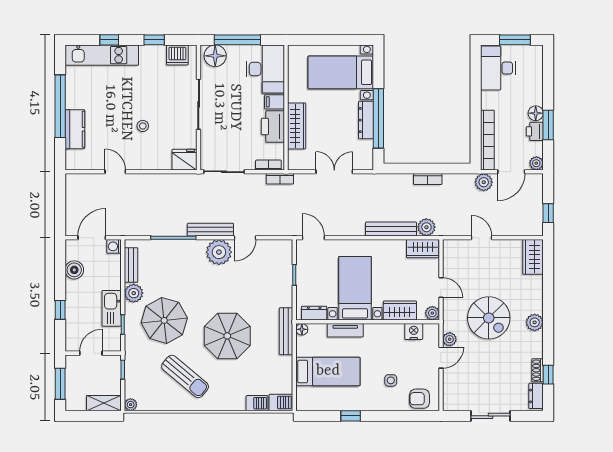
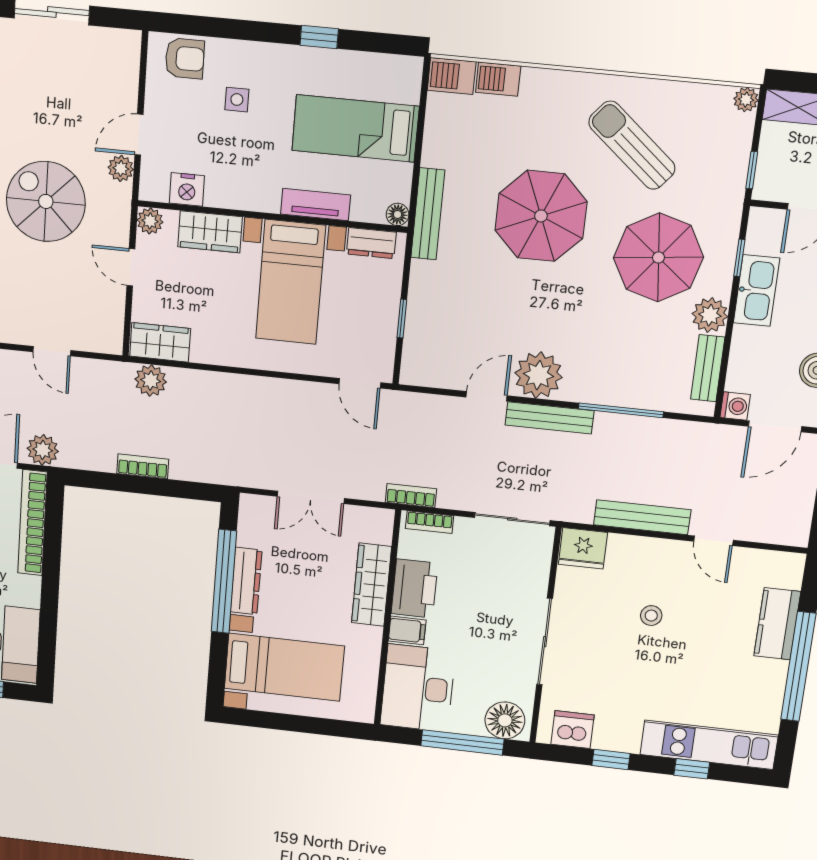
bench: (391, 229) -> (642, 517), moved

